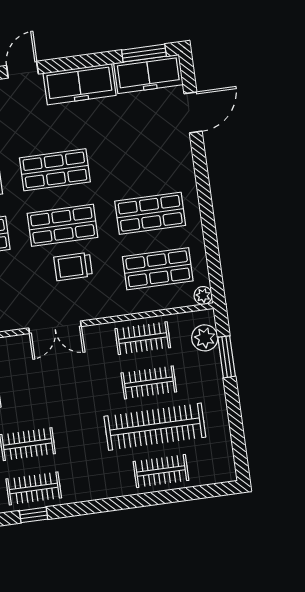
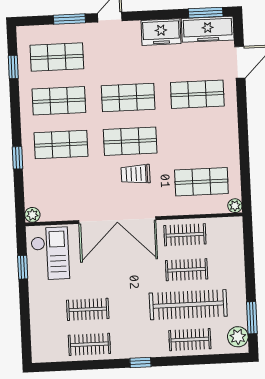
freezer: (80, 84) -> (161, 32), width x0.71
shop shelf: (150, 213) -> (197, 94), moved
double door: (55, 327) -> (117, 220), width x1.87
plant: (205, 338) -> (238, 337), moved
window: (227, 357) -> (252, 318), moved
window: (34, 515) -> (140, 362), moved

